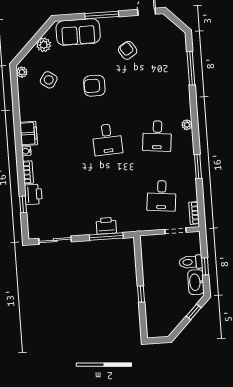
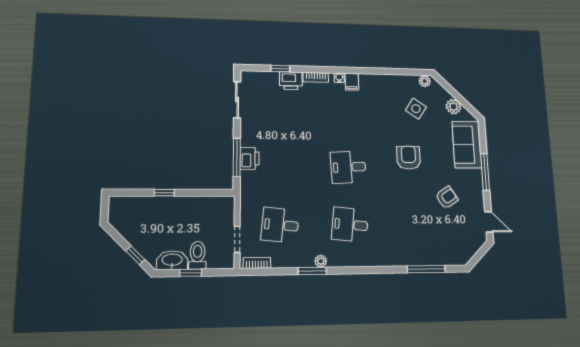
plant: (187, 125) -> (321, 261), moved
filing cabinet: (29, 134) -> (352, 82), width x0.50

